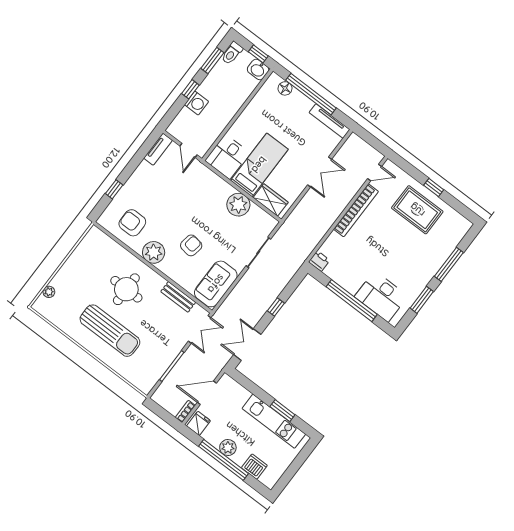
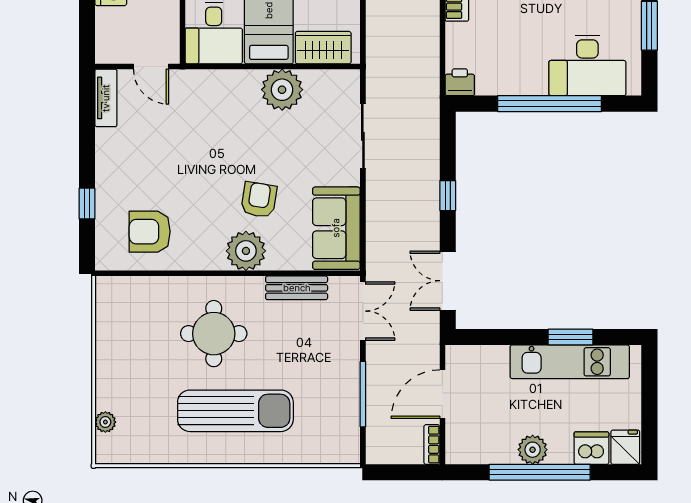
plant: (154, 252) -> (246, 251), moved
fridge: (199, 423) -> (625, 447), moved

